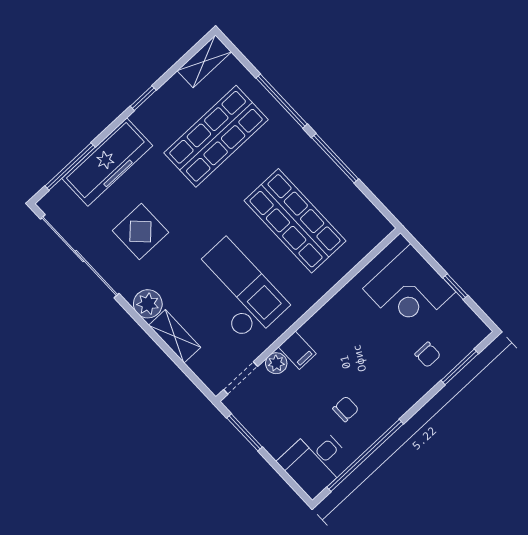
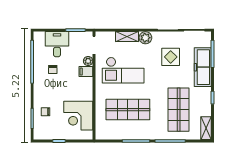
corner desk: (409, 290) -> (78, 116), moved, turned -90
desk: (315, 461) -> (57, 44), moved

